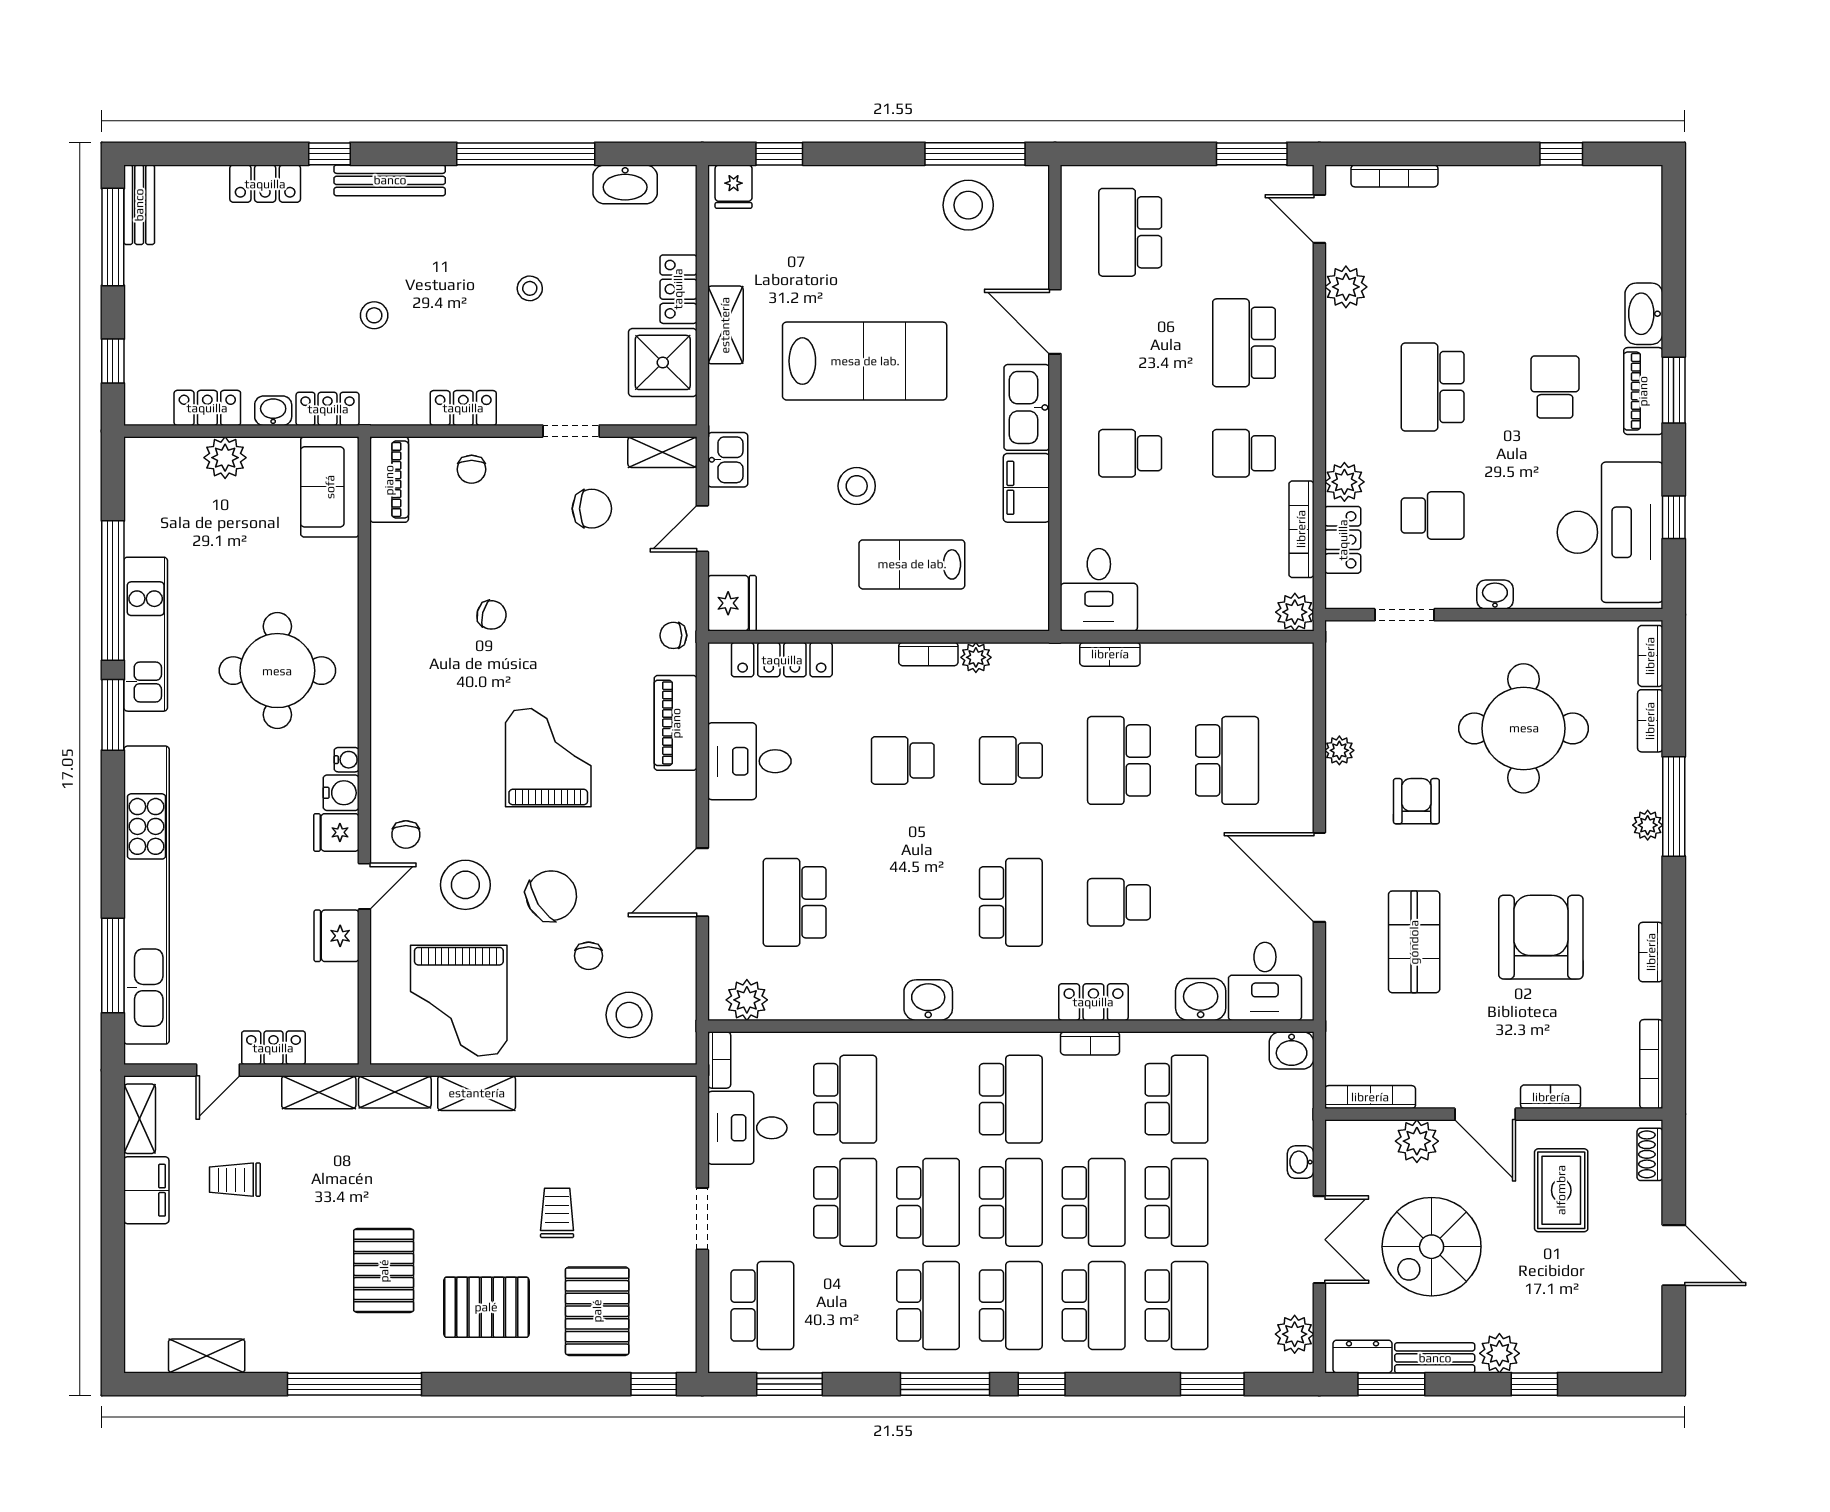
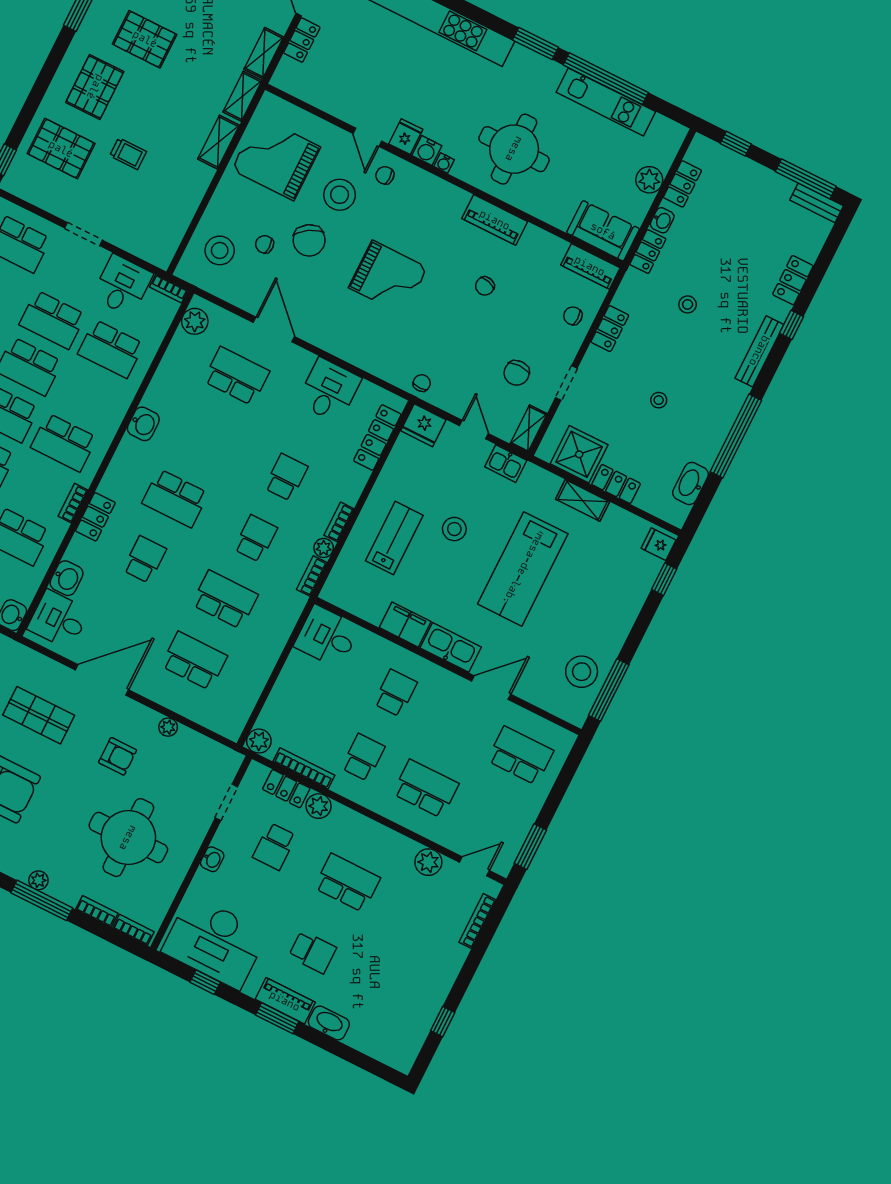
kitchen unit: (146, 634) -> (606, 102), moved
bookcase: (1110, 654) -> (312, 576), moved
piano: (676, 723) -> (495, 220), moved, turned 180
school desk: (1227, 760) -> (194, 661), turned 180
fridge: (337, 936) -> (347, 107), removed

